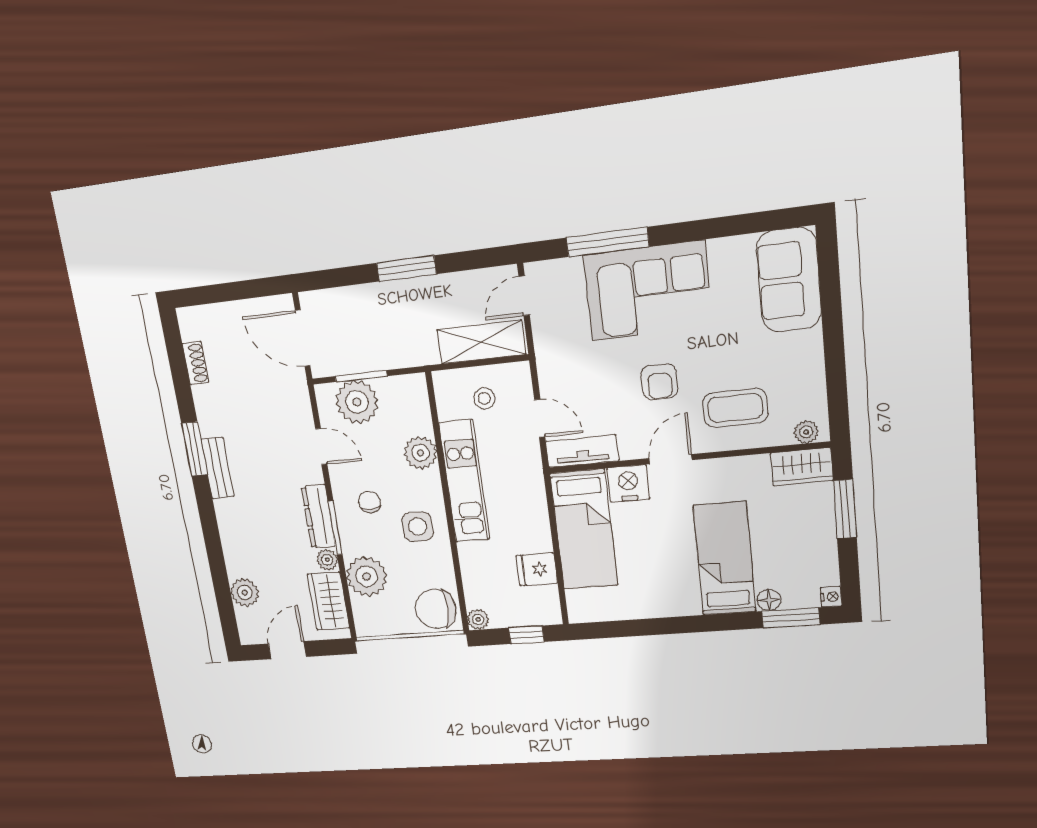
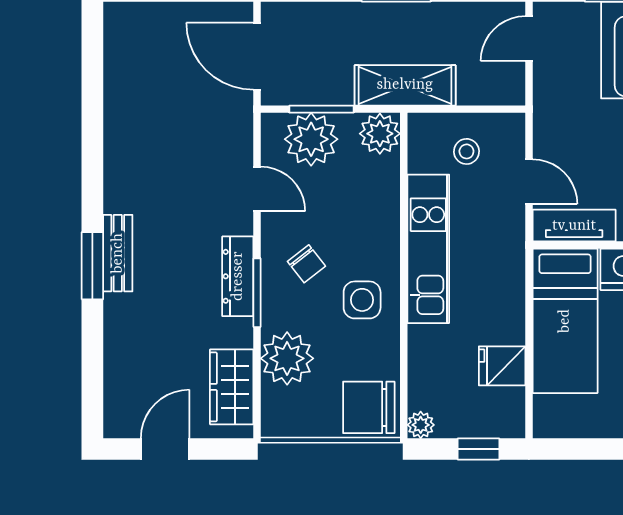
shelving: (481, 342) -> (405, 85), moved
shoe rack: (195, 363) -> (116, 70), removed
window: (195, 449) -> (92, 266), moved
plant: (421, 453) -> (380, 134), moved
bench: (217, 468) -> (118, 253), moved
chair: (370, 502) -> (306, 264), turned 142
plant: (327, 560) -> (240, 333), removed
plant: (245, 592) -> (122, 367), removed

